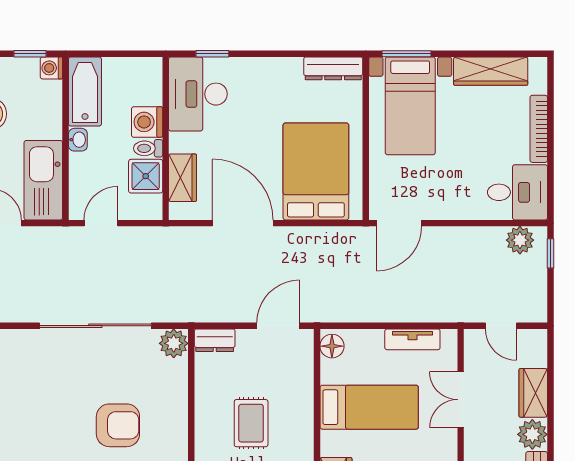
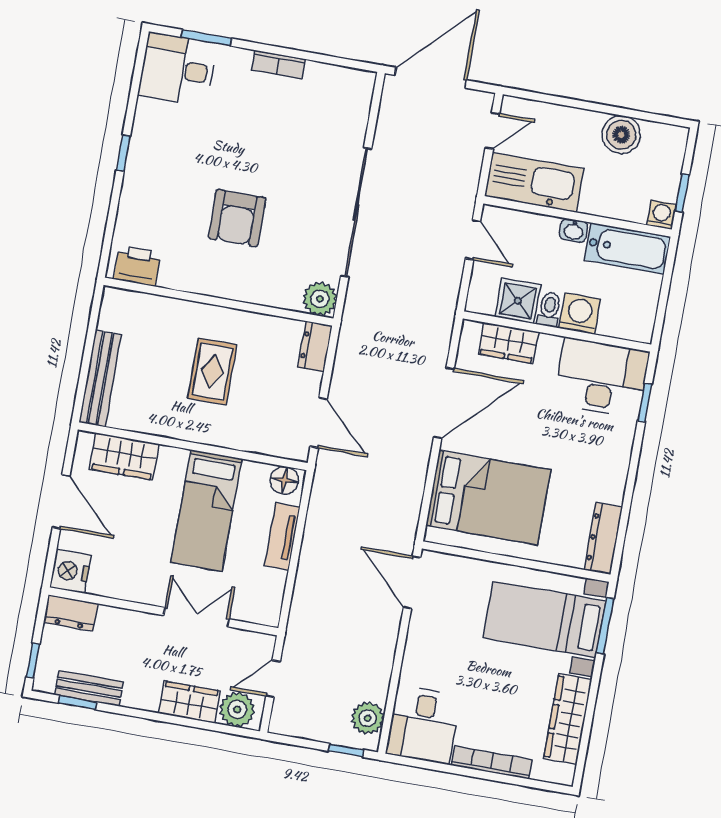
tv unit: (412, 339) -> (282, 536), moved
rug: (251, 423) -> (212, 371), turned 90
plant: (532, 434) -> (237, 709), moved

